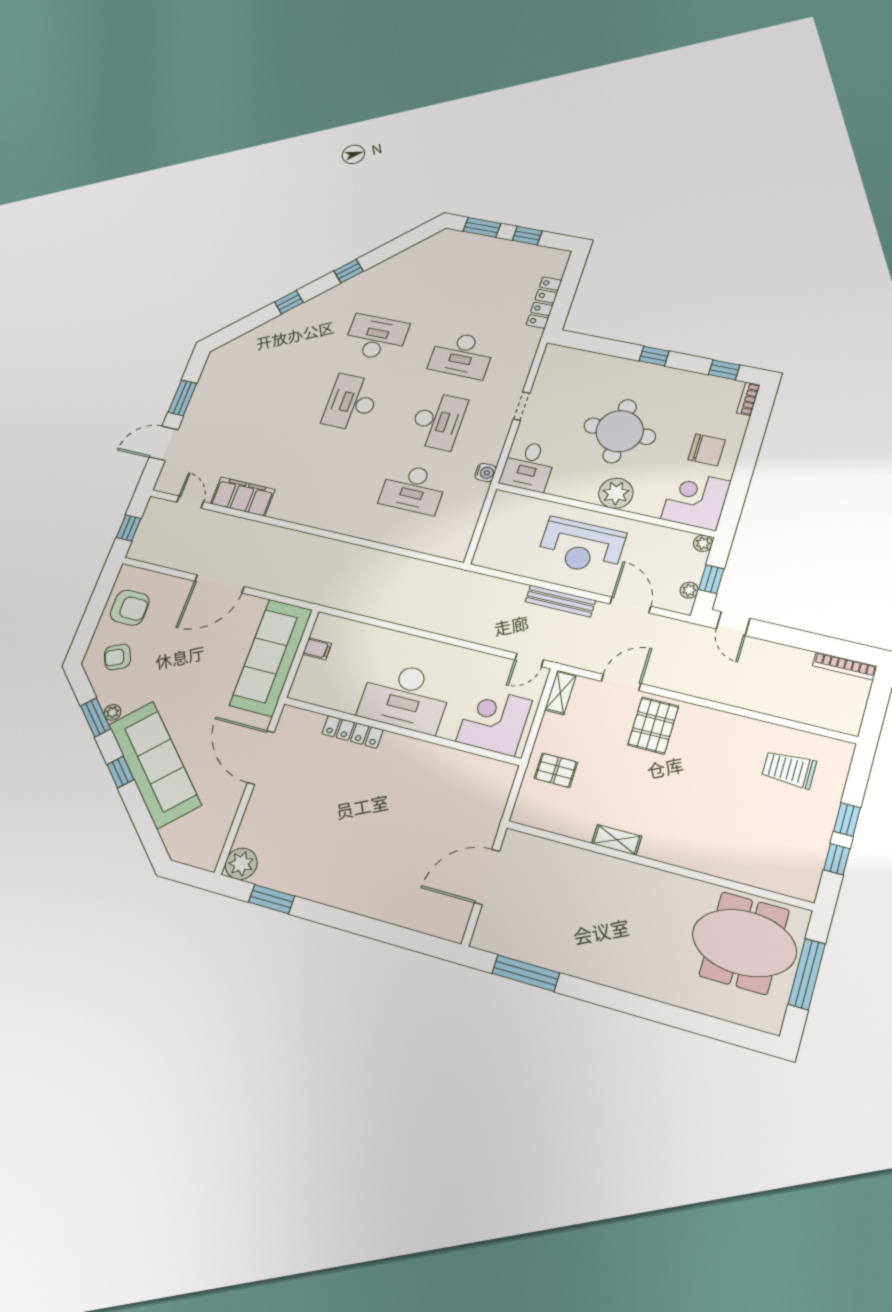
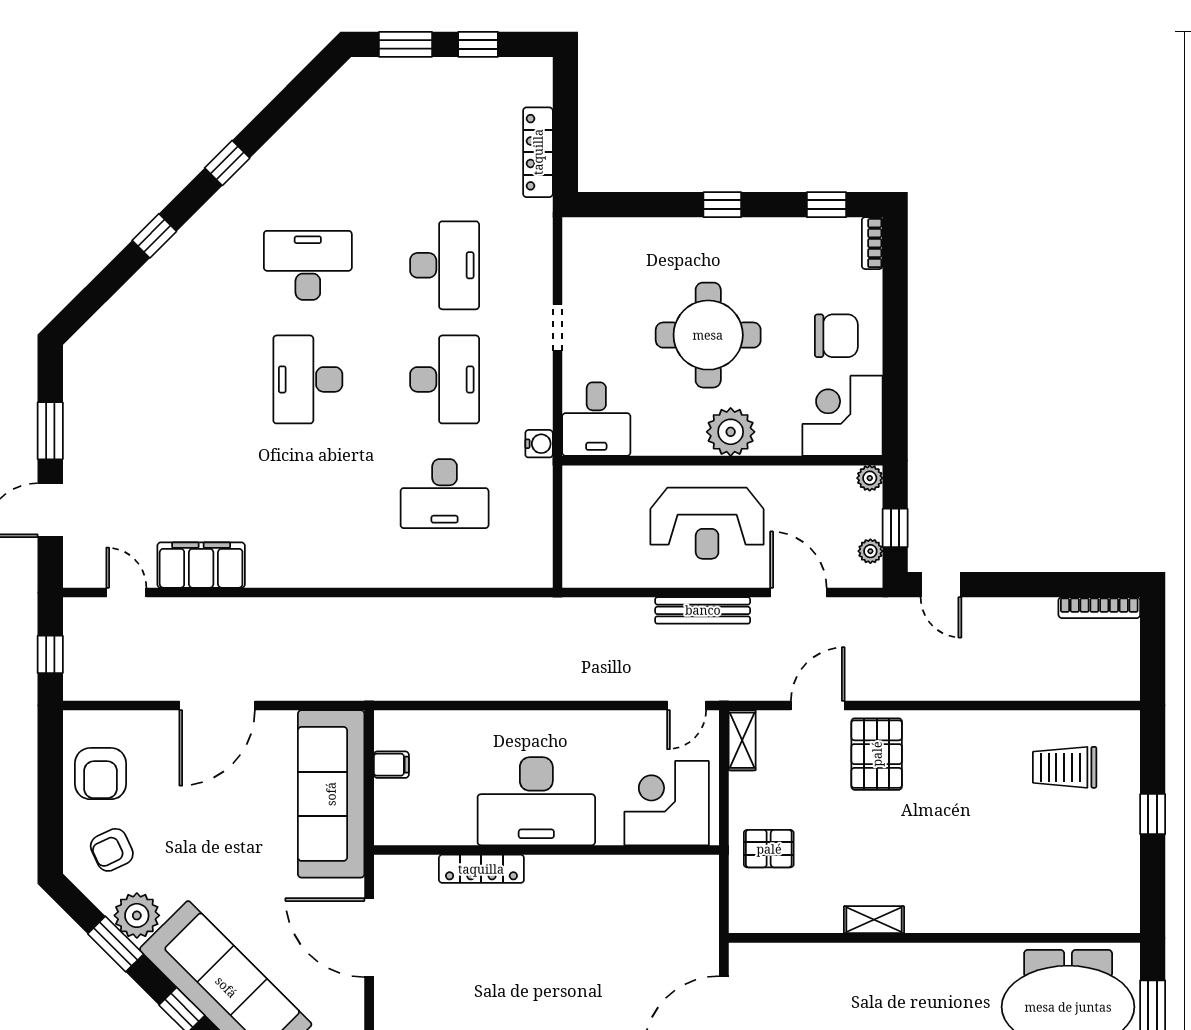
desk: (462, 355) -> (445, 265), turned -90
armchair: (130, 608) -> (101, 774), turned 90
plant: (112, 712) -> (137, 915), width x1.88, depth x1.88
window: (837, 859) -> (1153, 869), removed

